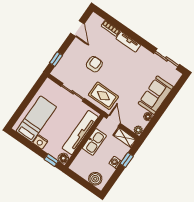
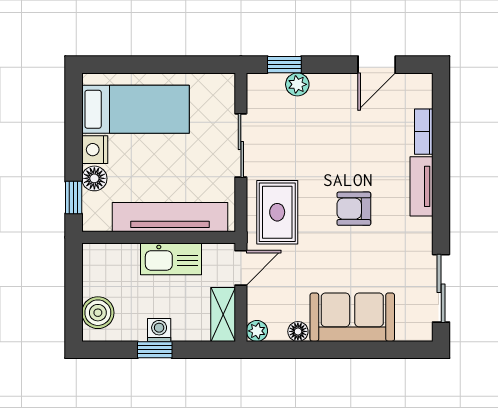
plant: (66, 59) -> (297, 84), added
armchair: (94, 64) -> (354, 209), moved, turned 180
floor lamp: (63, 158) -> (94, 178), moved
window: (127, 160) -> (155, 350), moved

